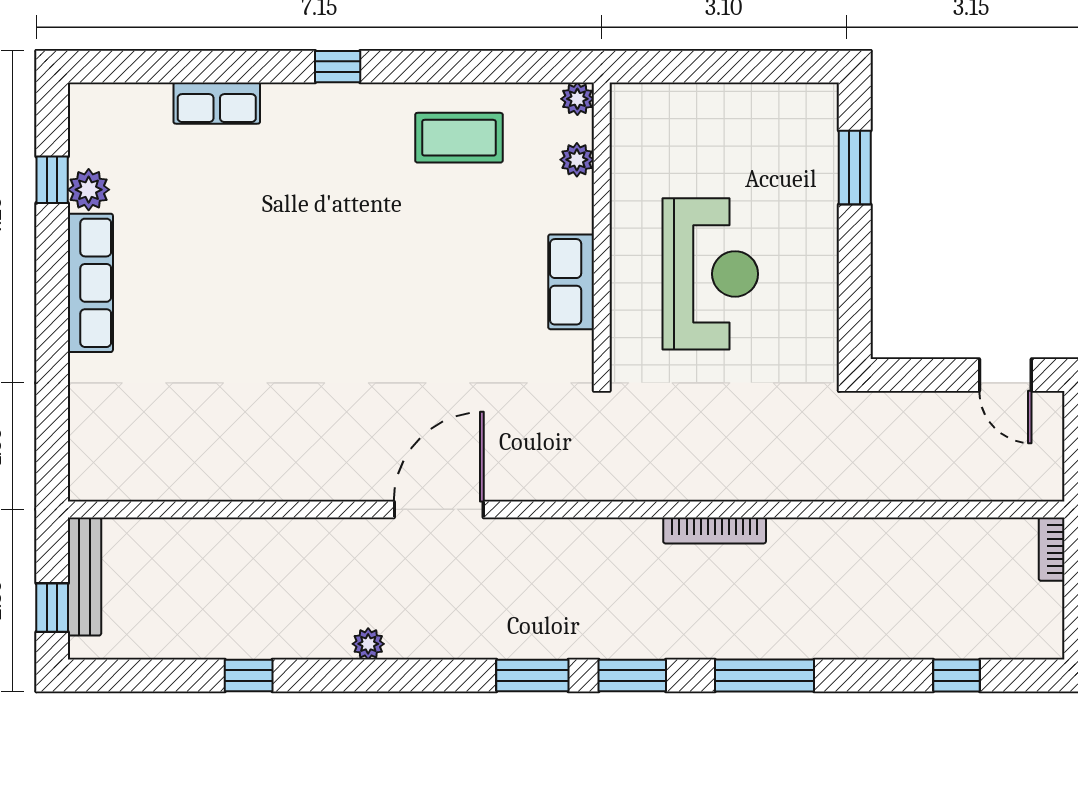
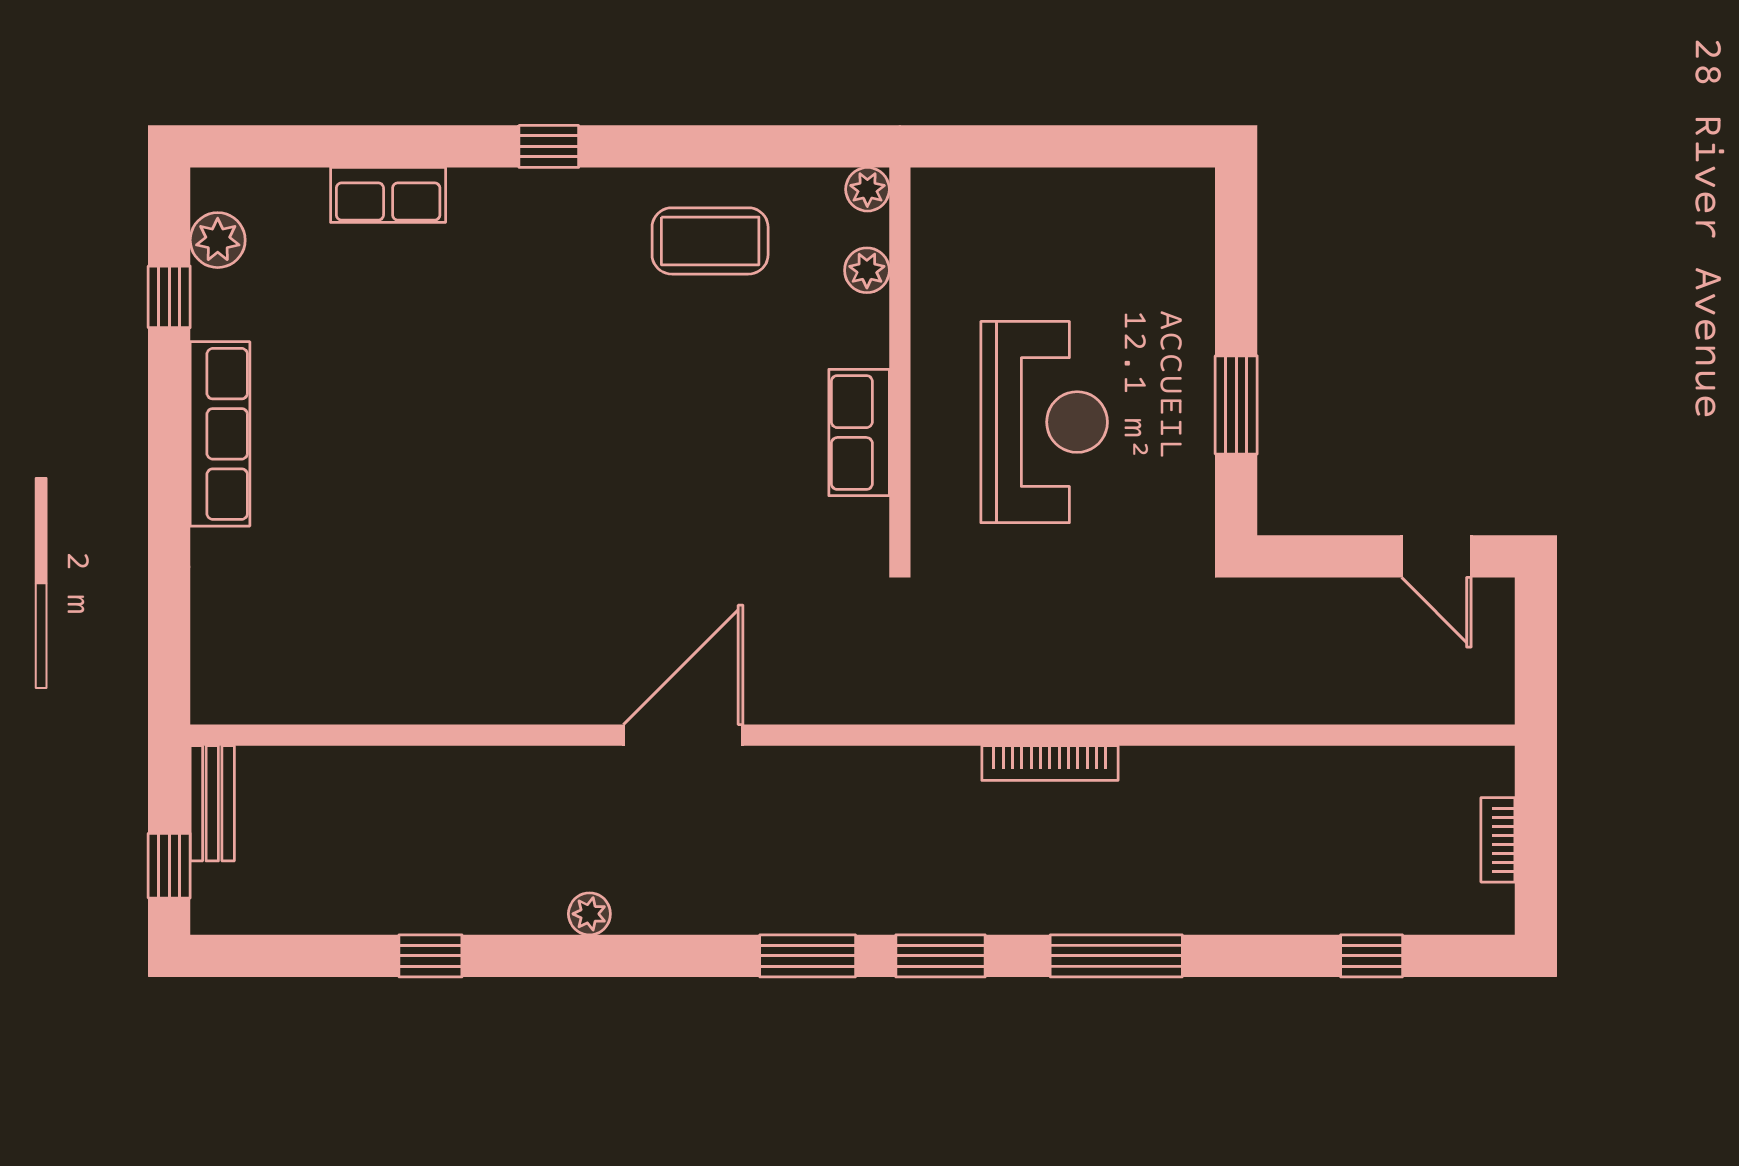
window: (855, 168) -> (1236, 405), moved
plant: (89, 190) -> (218, 240), moved
bookcase: (1052, 549) -> (1498, 840), moved
bench: (84, 576) -> (212, 803), width x0.73

